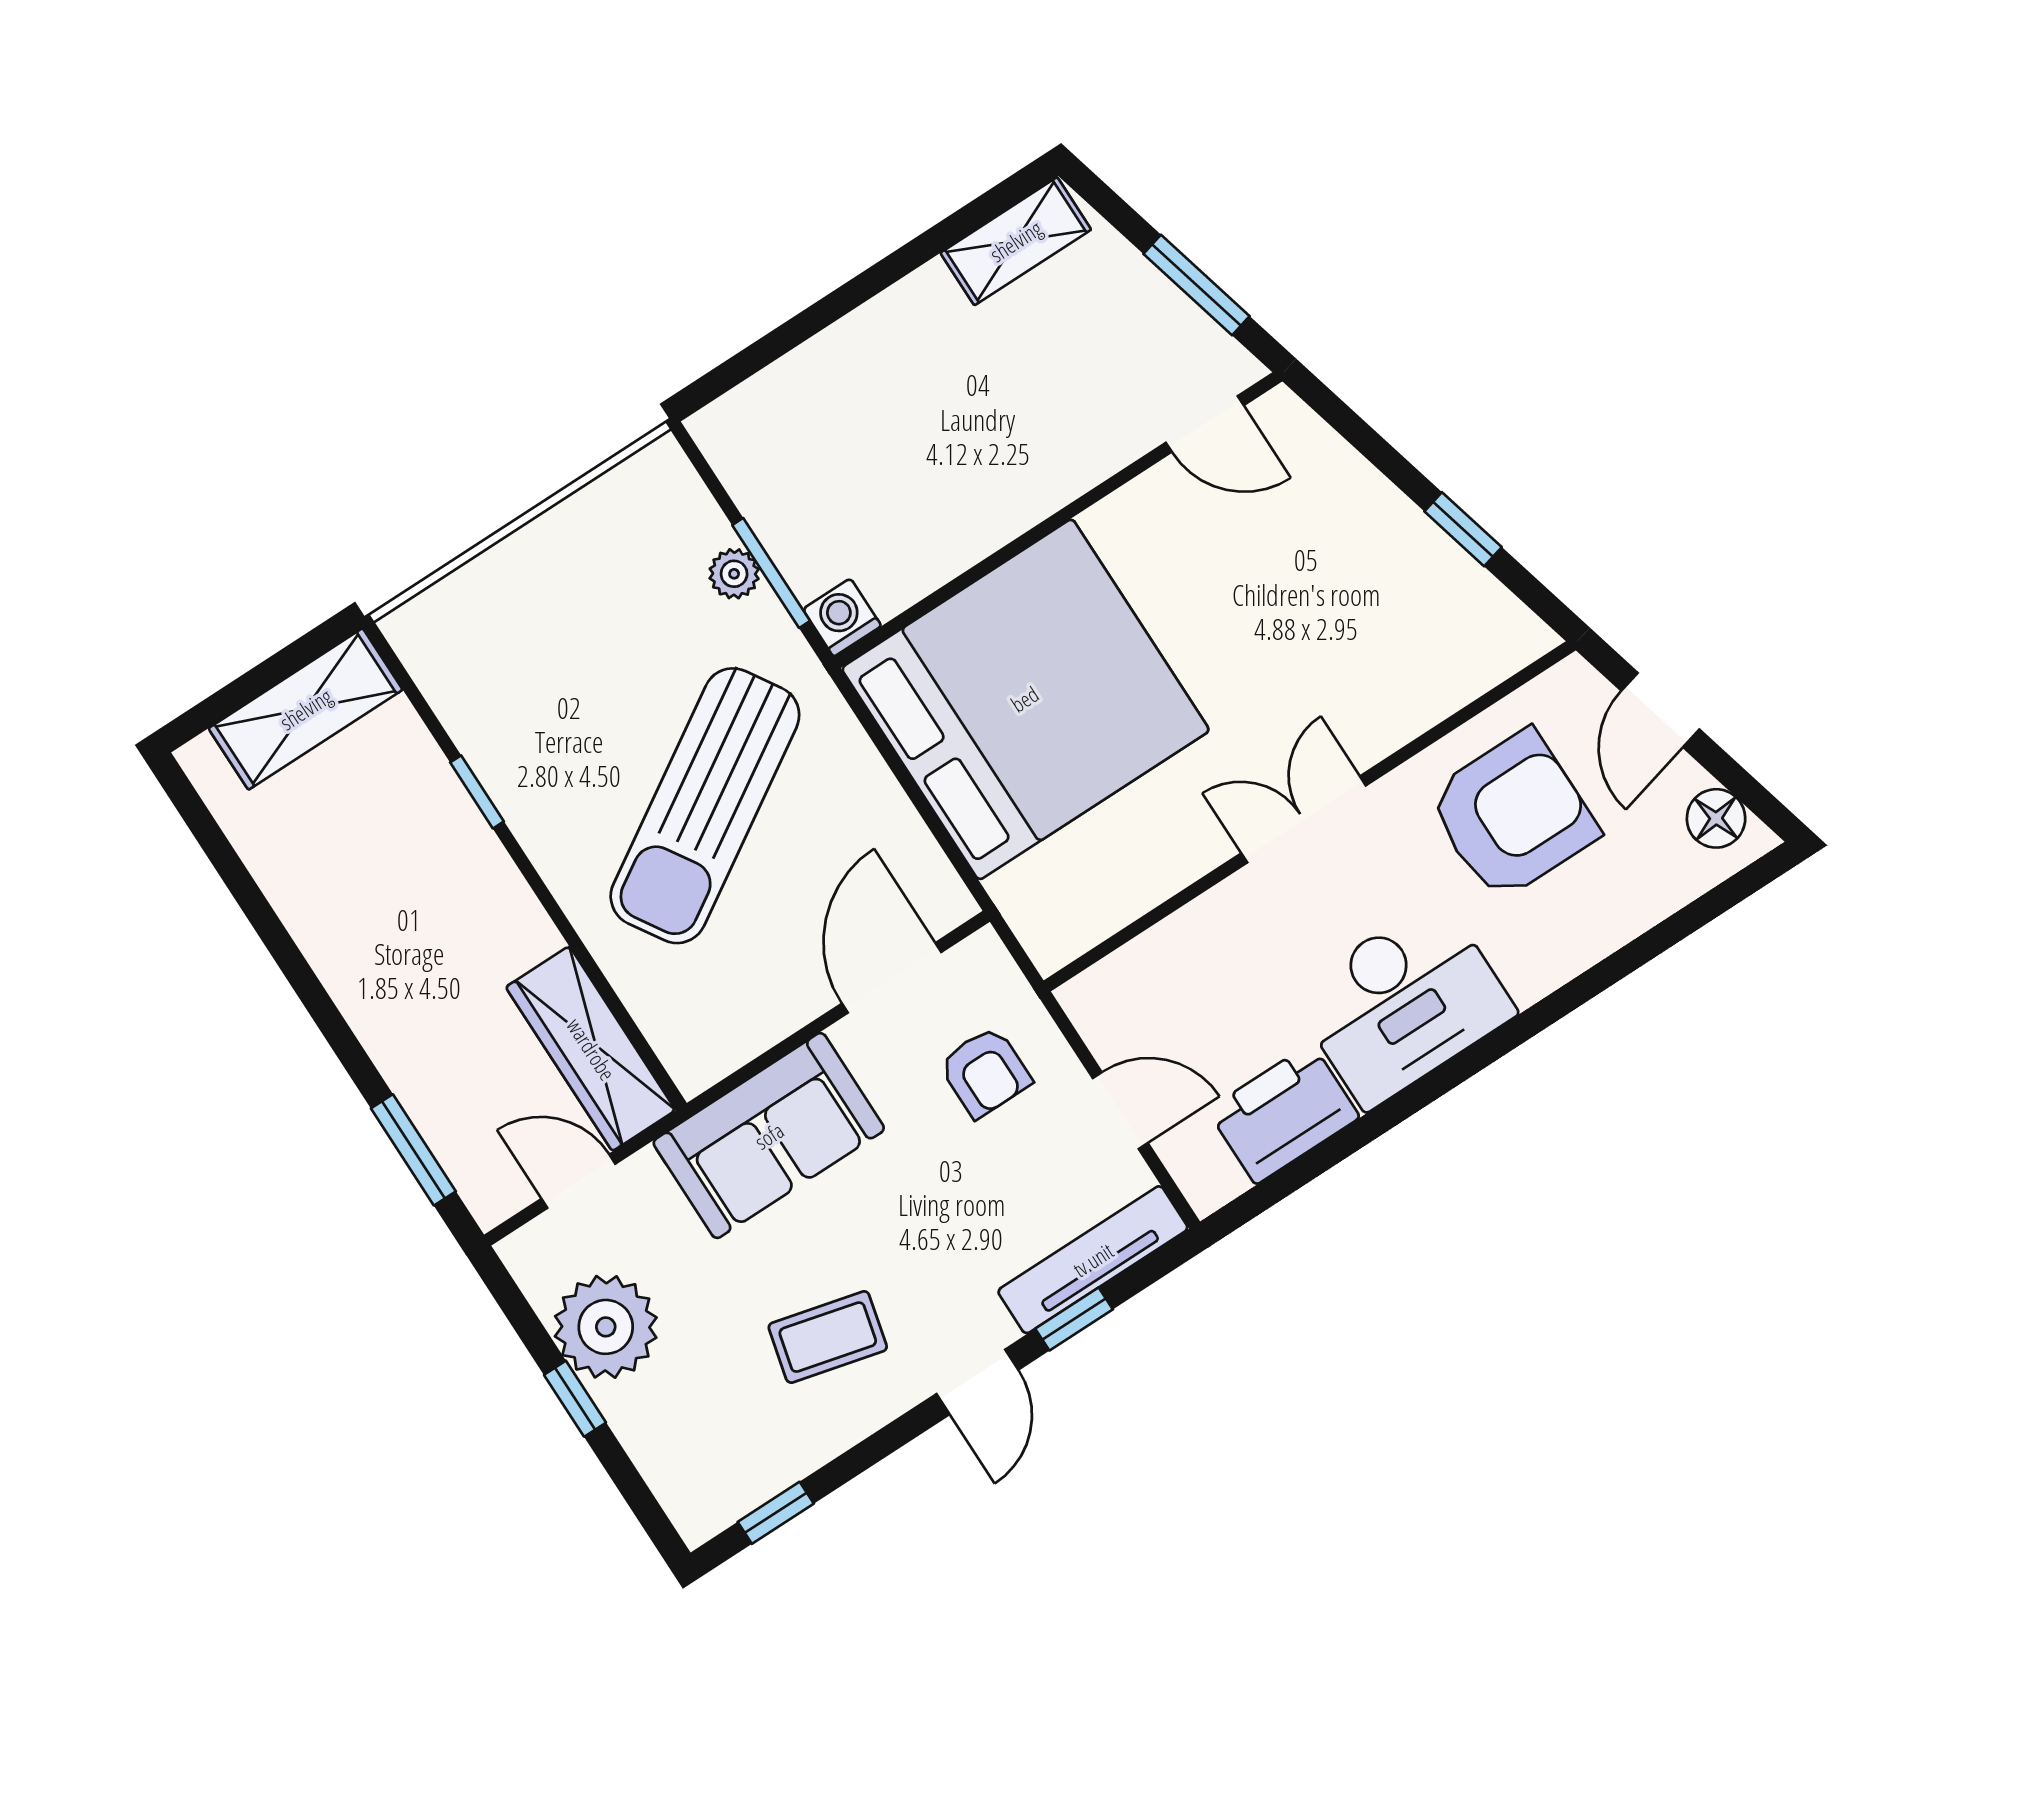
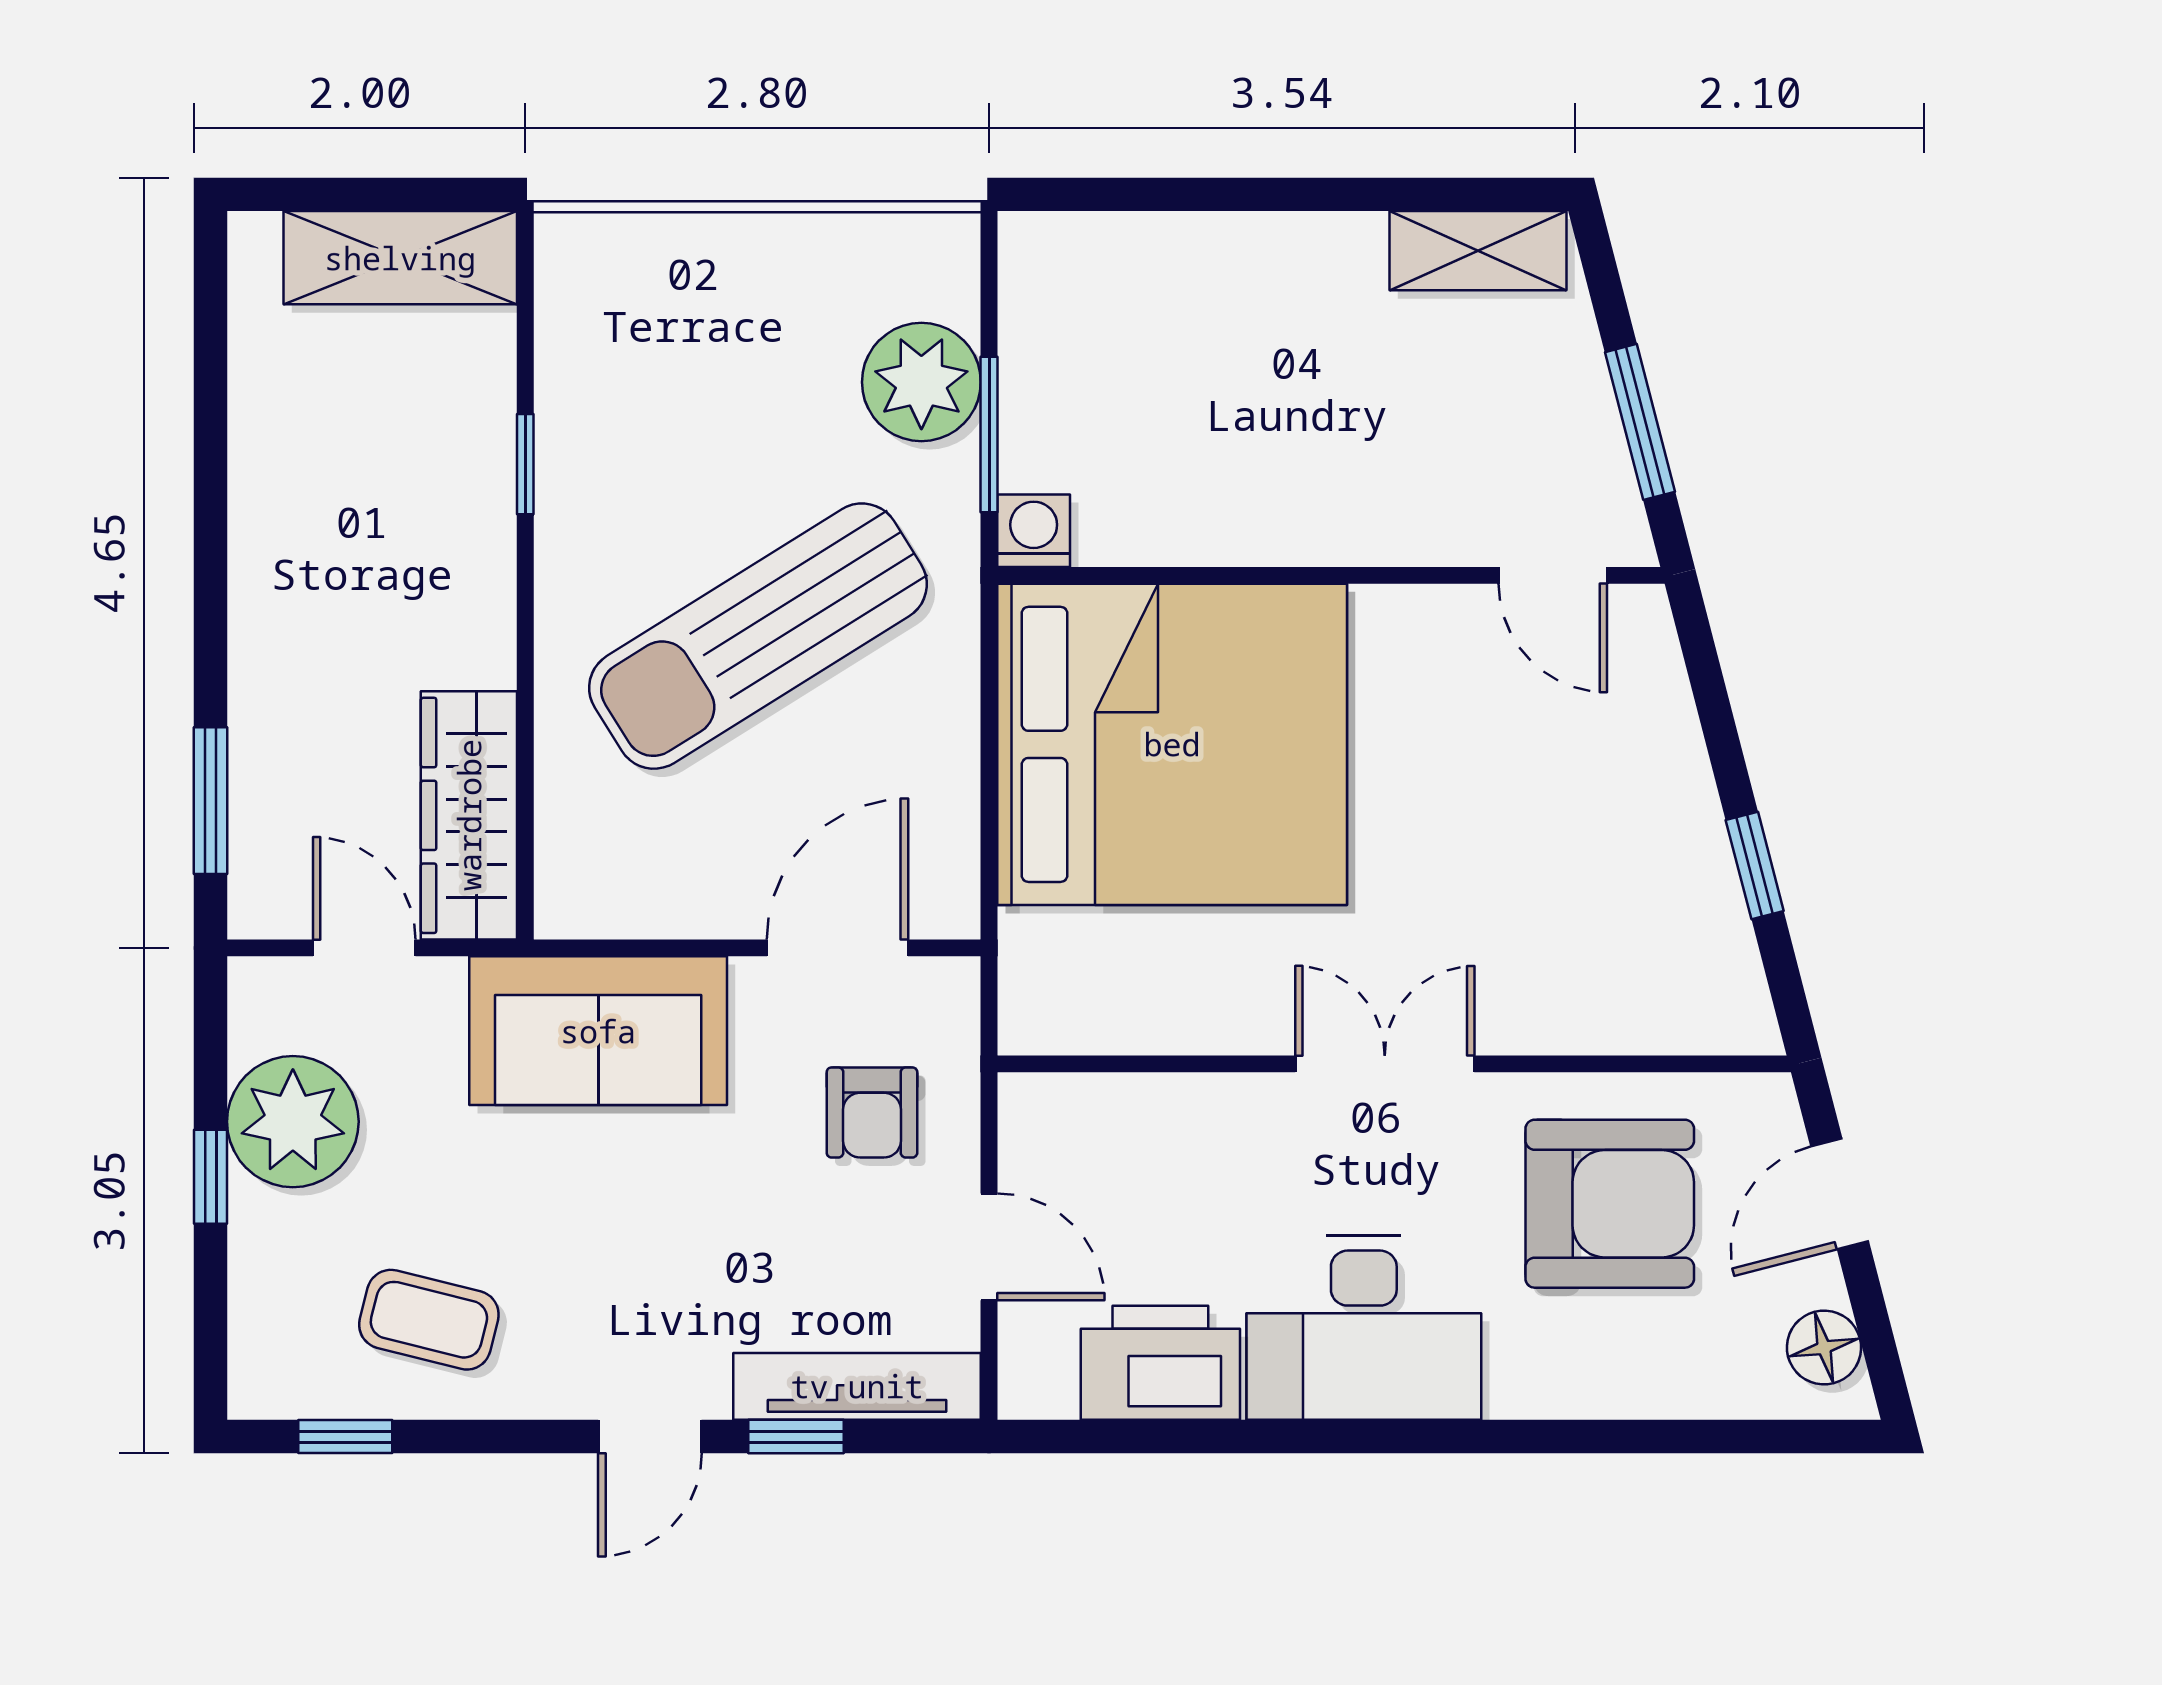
plant: (734, 574) -> (921, 382), width x1.87, depth x1.87
coffee table: (828, 1337) -> (429, 1320), moved

